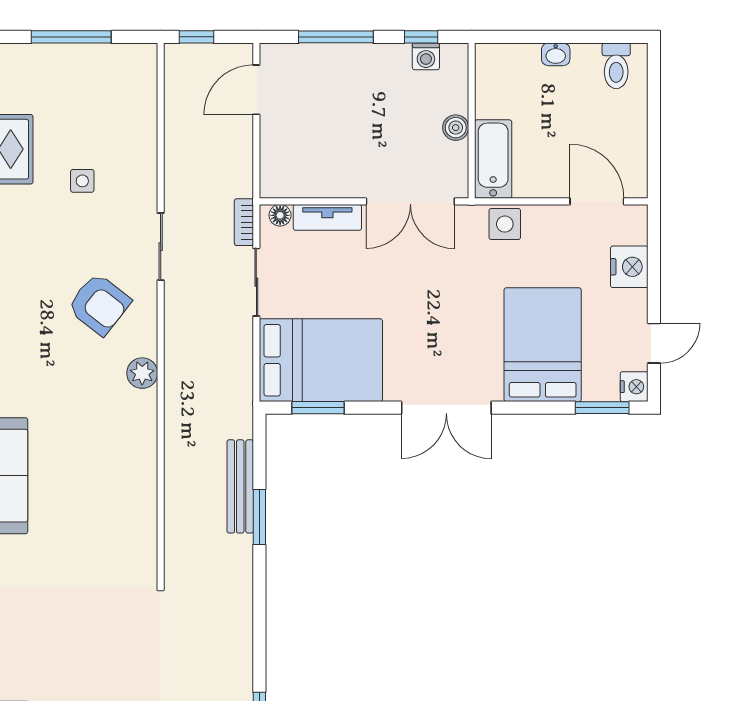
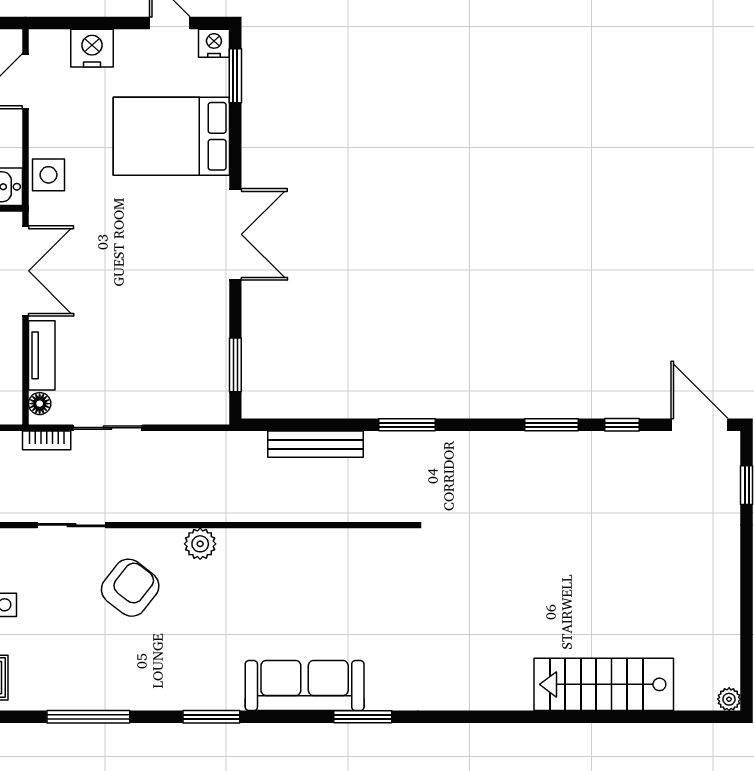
bed: (321, 360) -> (187, 362), removed
window: (259, 517) -> (407, 425), moved

